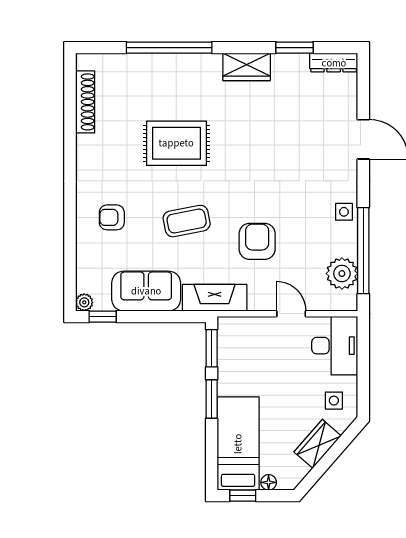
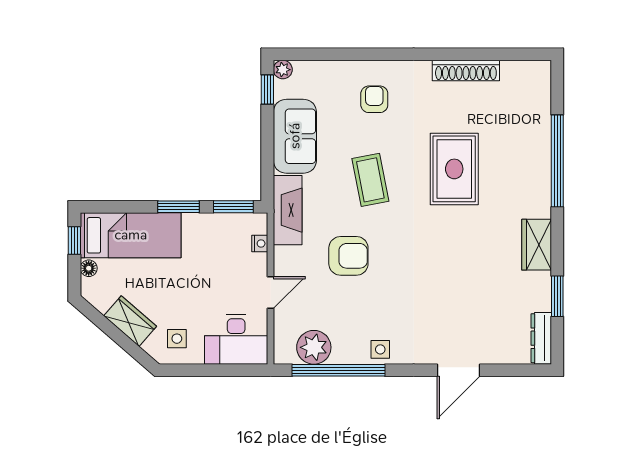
shoe rack: (85, 102) -> (466, 71), moved
nightstand: (246, 324) -> (260, 243), added

